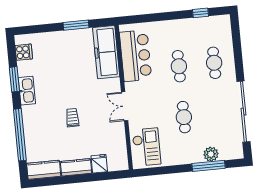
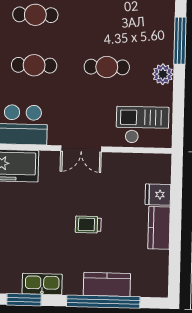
plant: (211, 154) -> (163, 74), moved
kitchen counter: (44, 170) -> (107, 284), moved, turned 90

